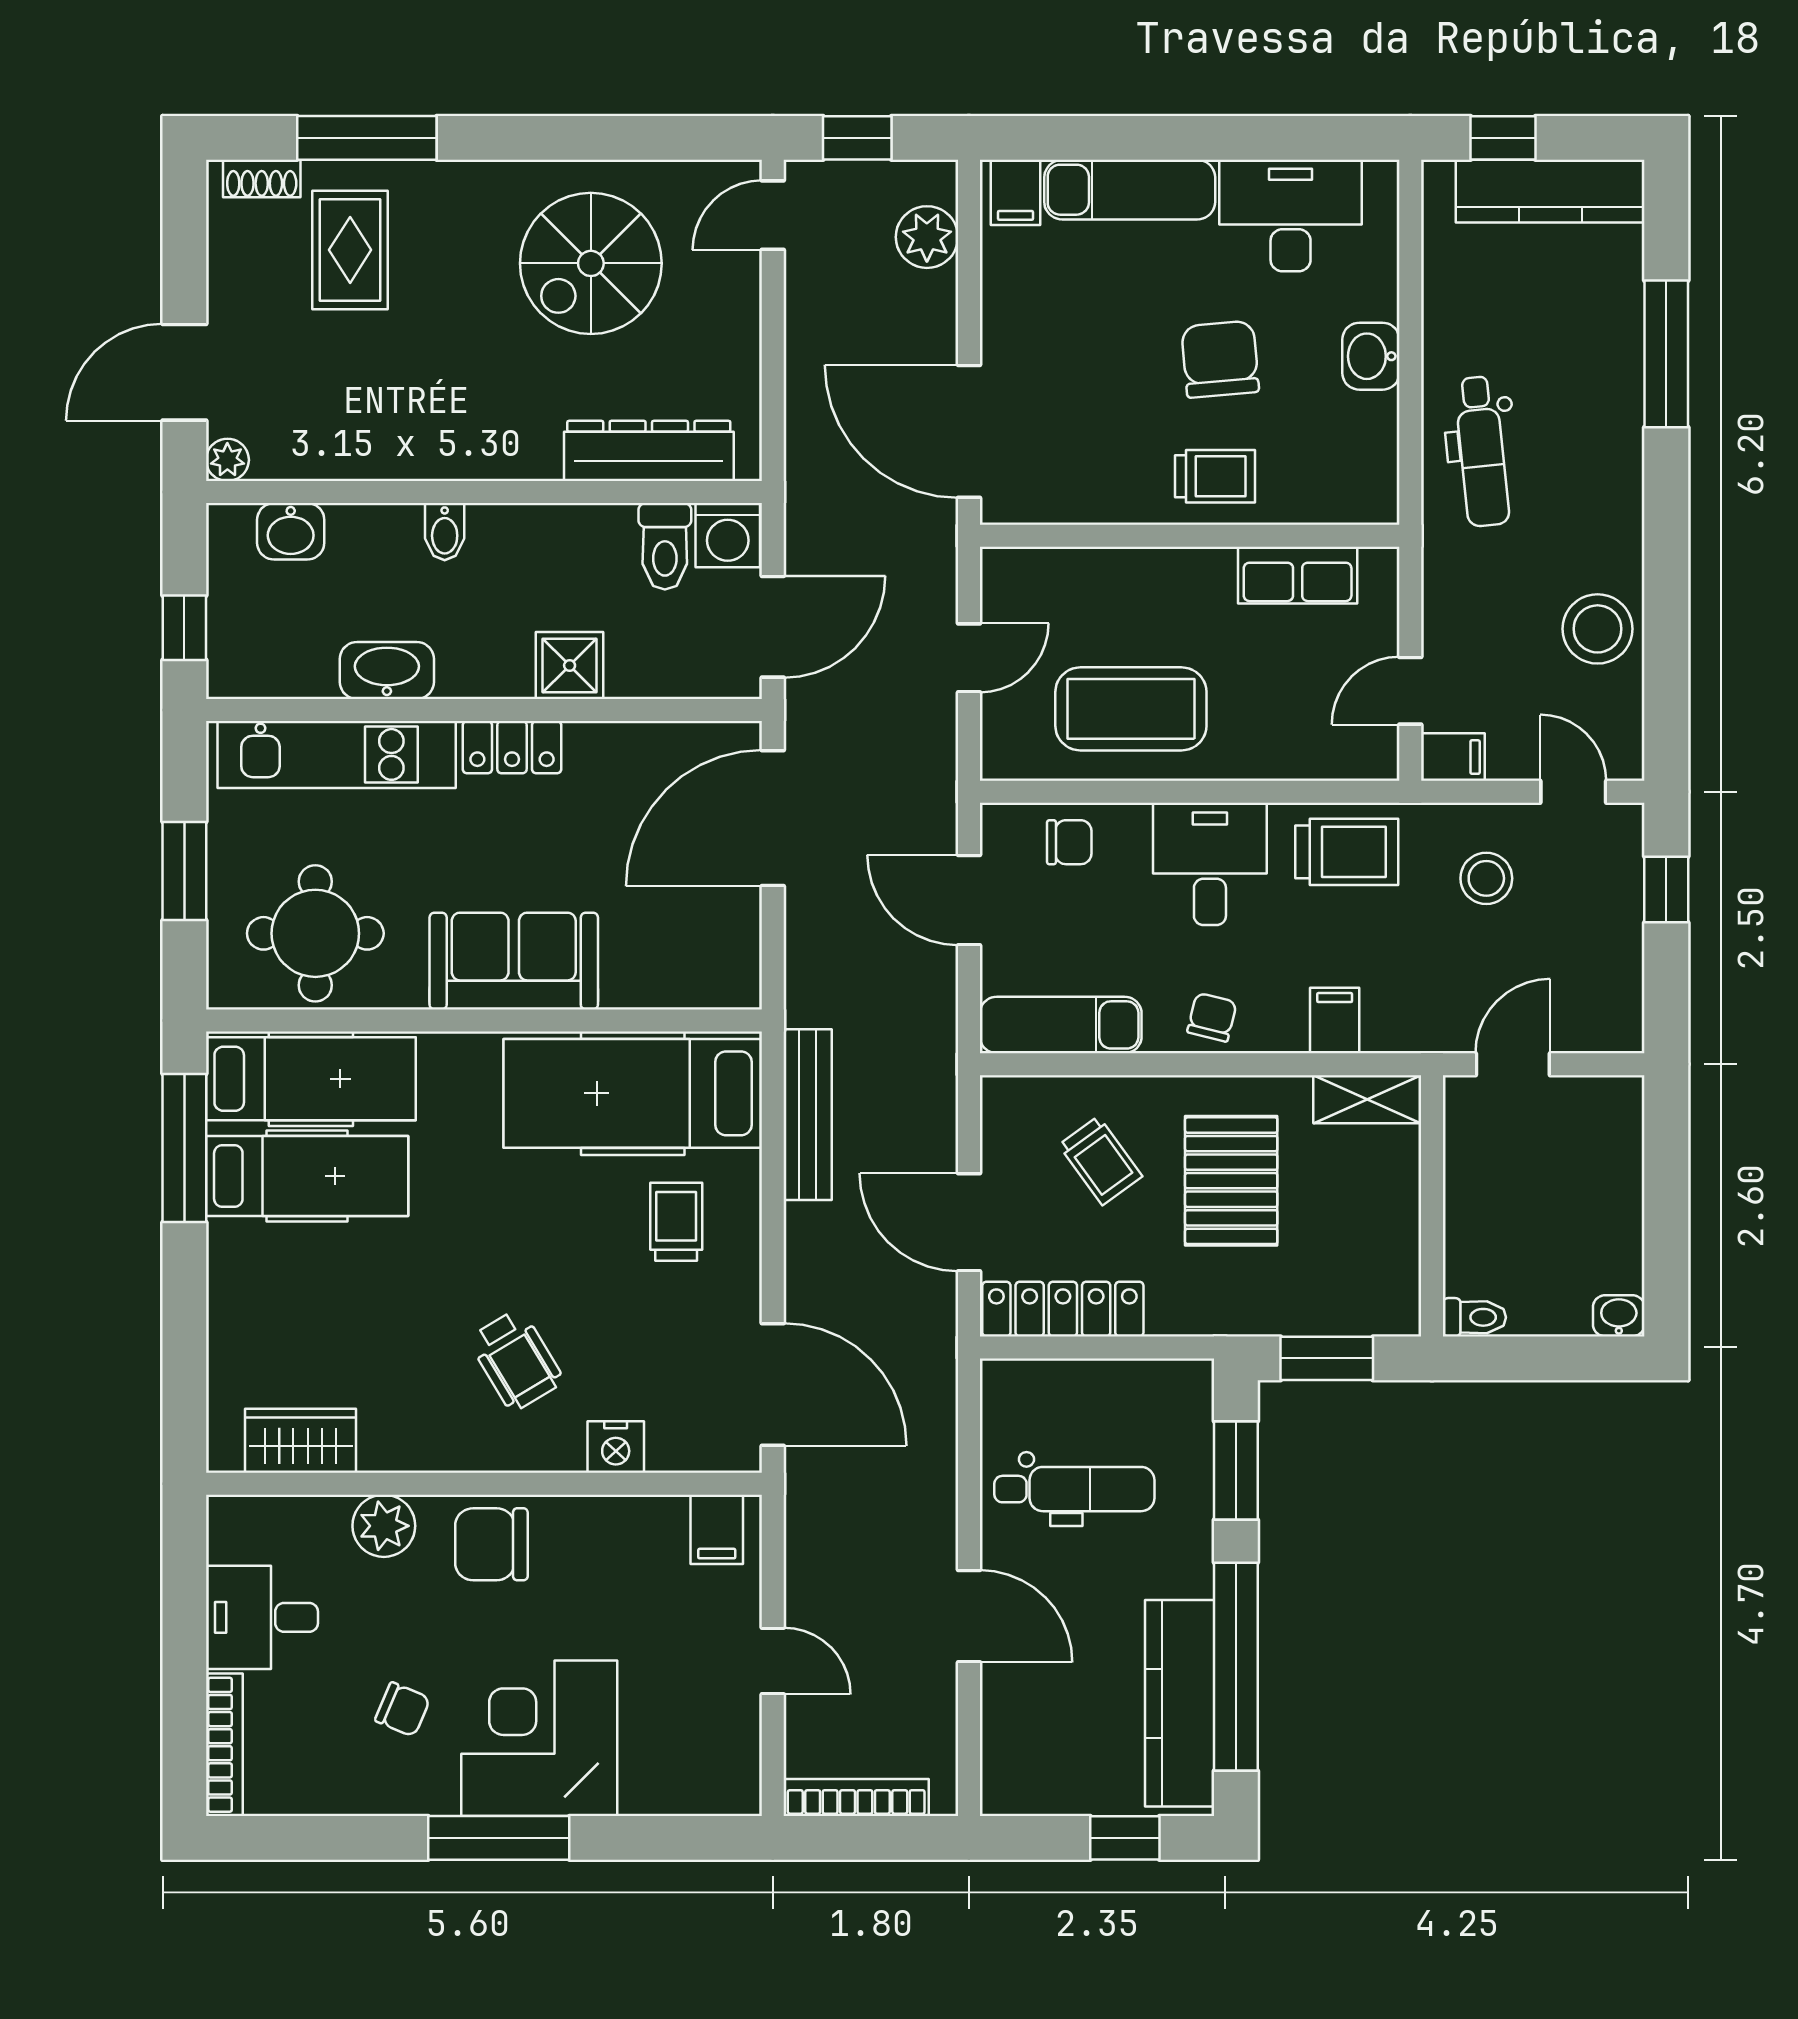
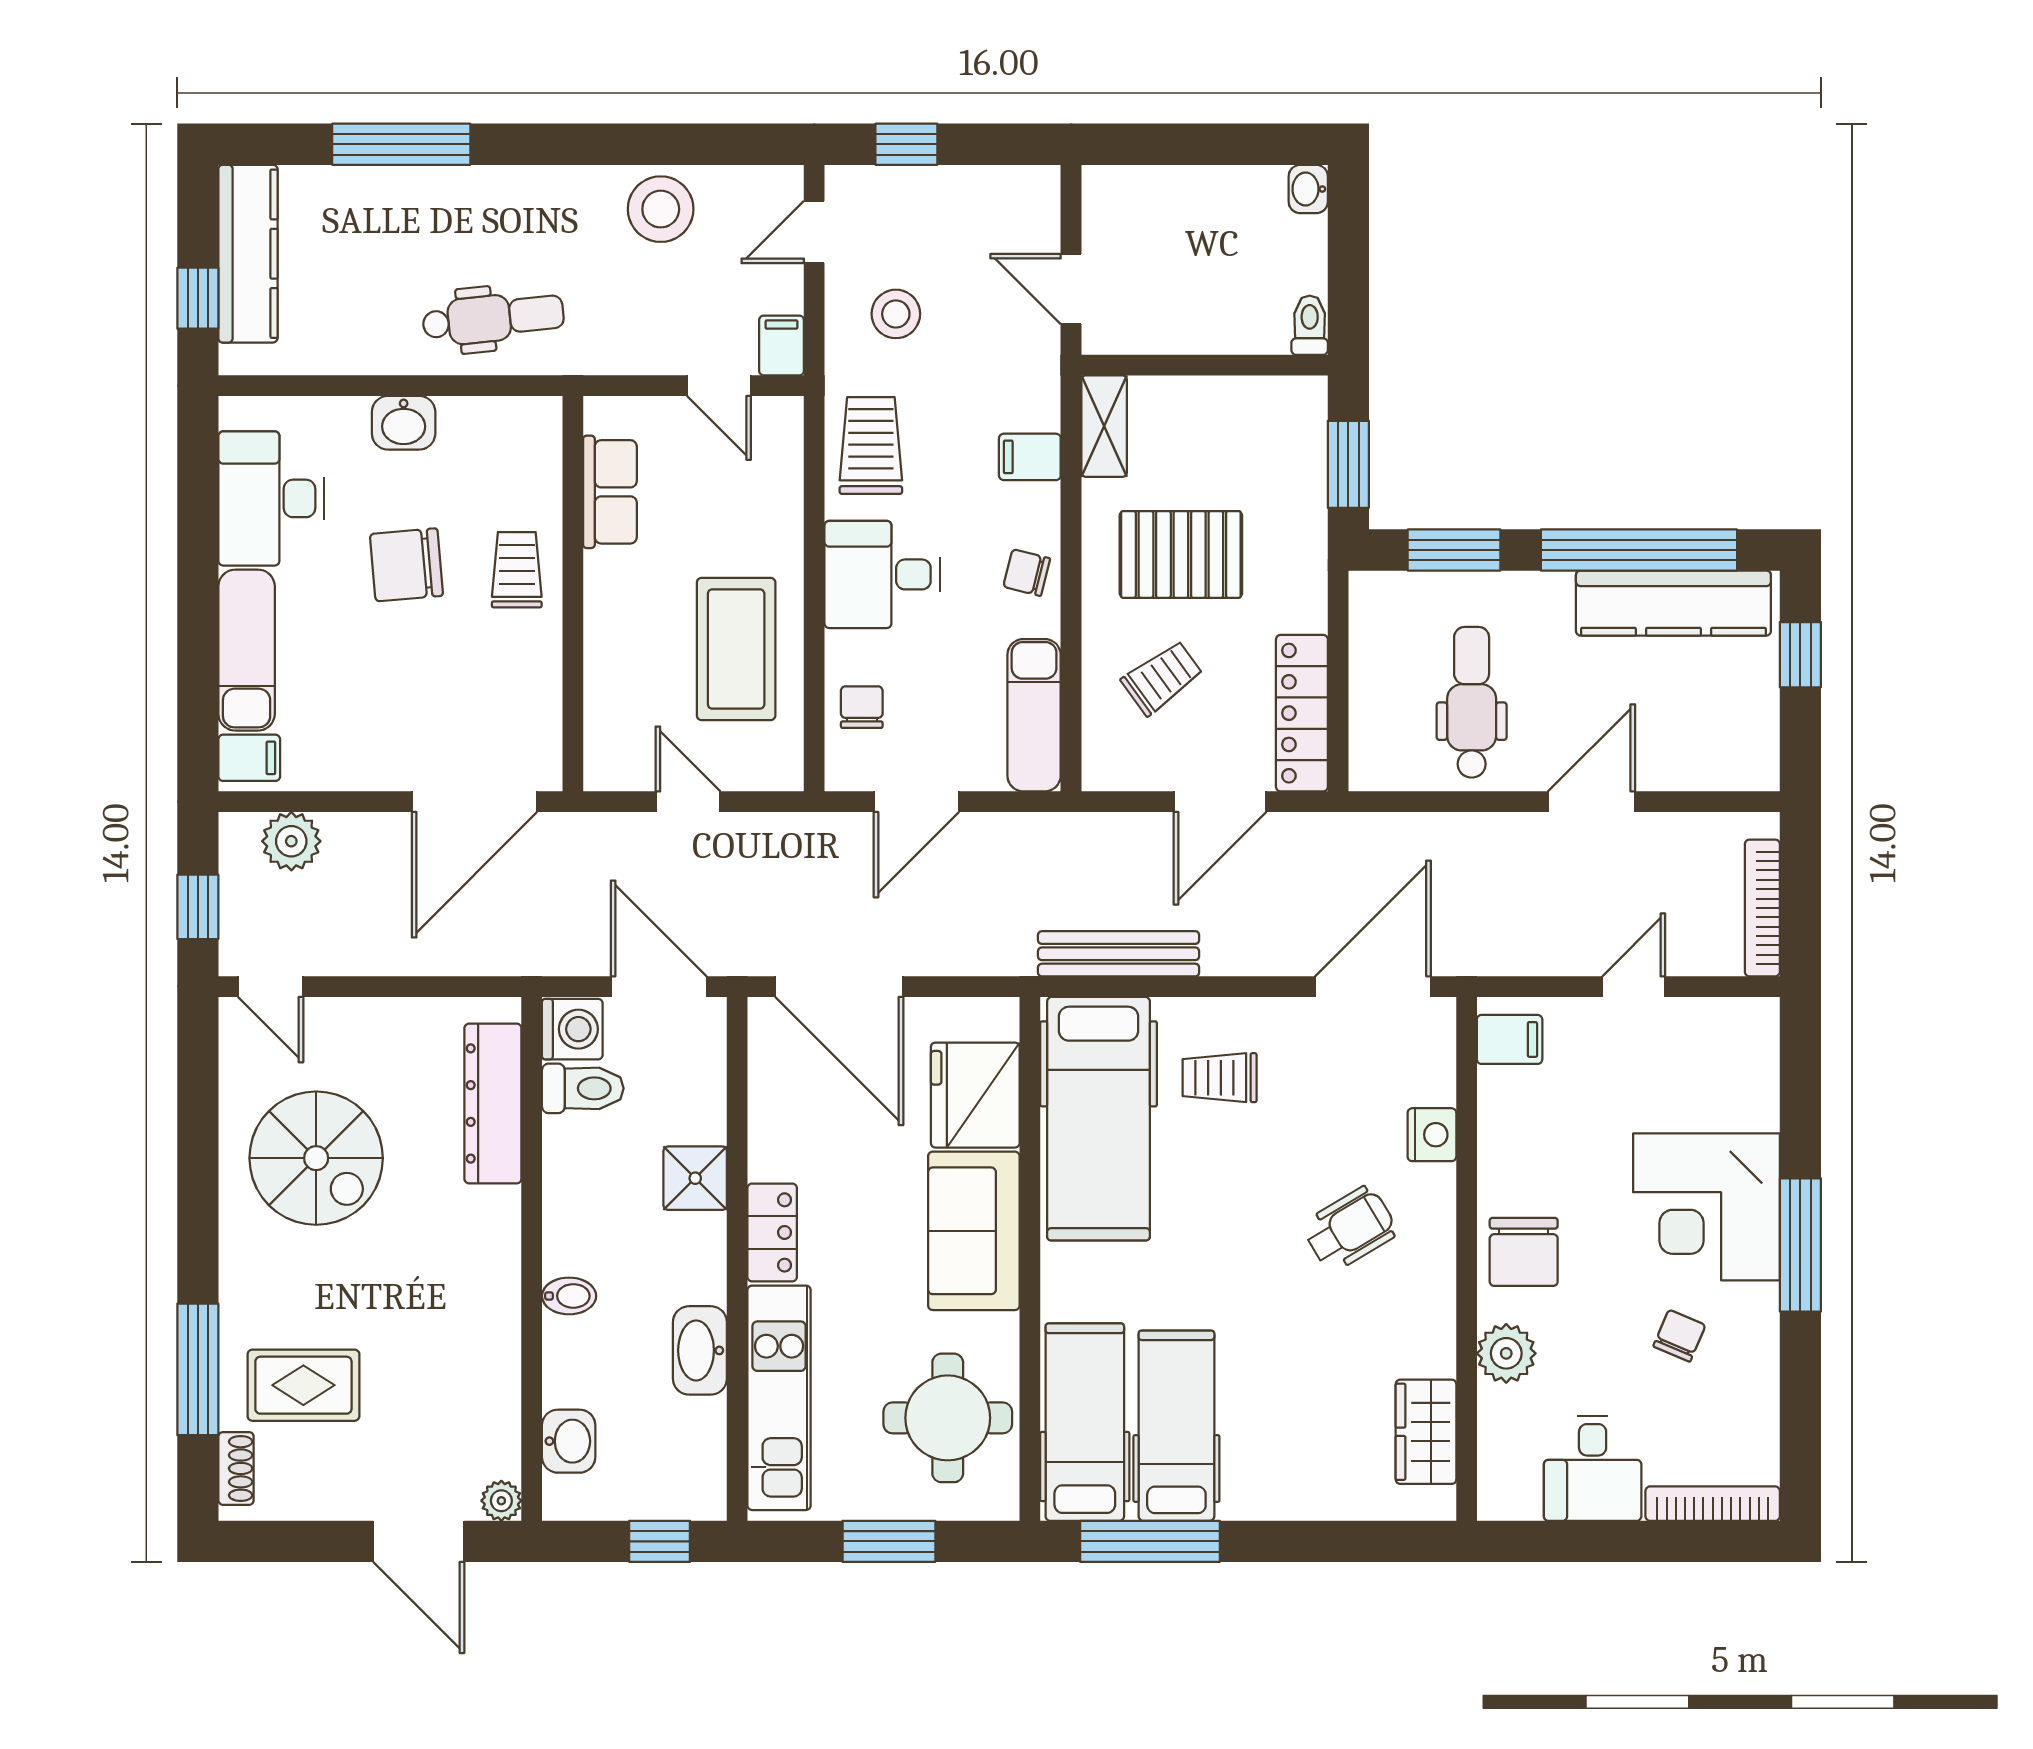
fridge: (658, 963) -> (975, 1095), added

